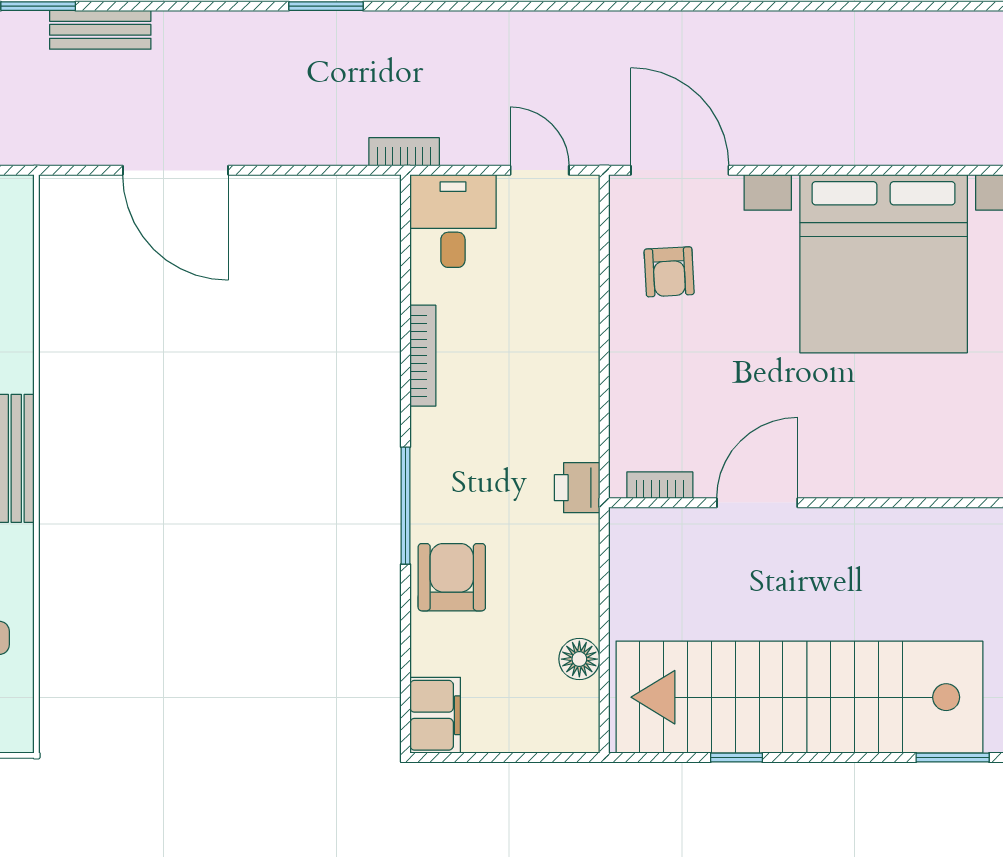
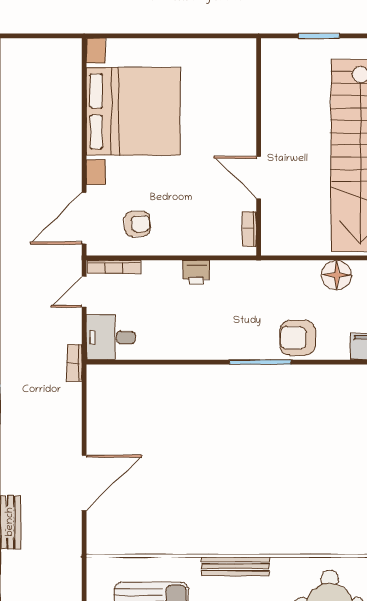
bookcase: (423, 356) -> (114, 267), moved, turned 180
printer: (577, 488) -> (196, 272), moved
floor lamp: (579, 659) -> (337, 275), width x1.38, depth x1.38

